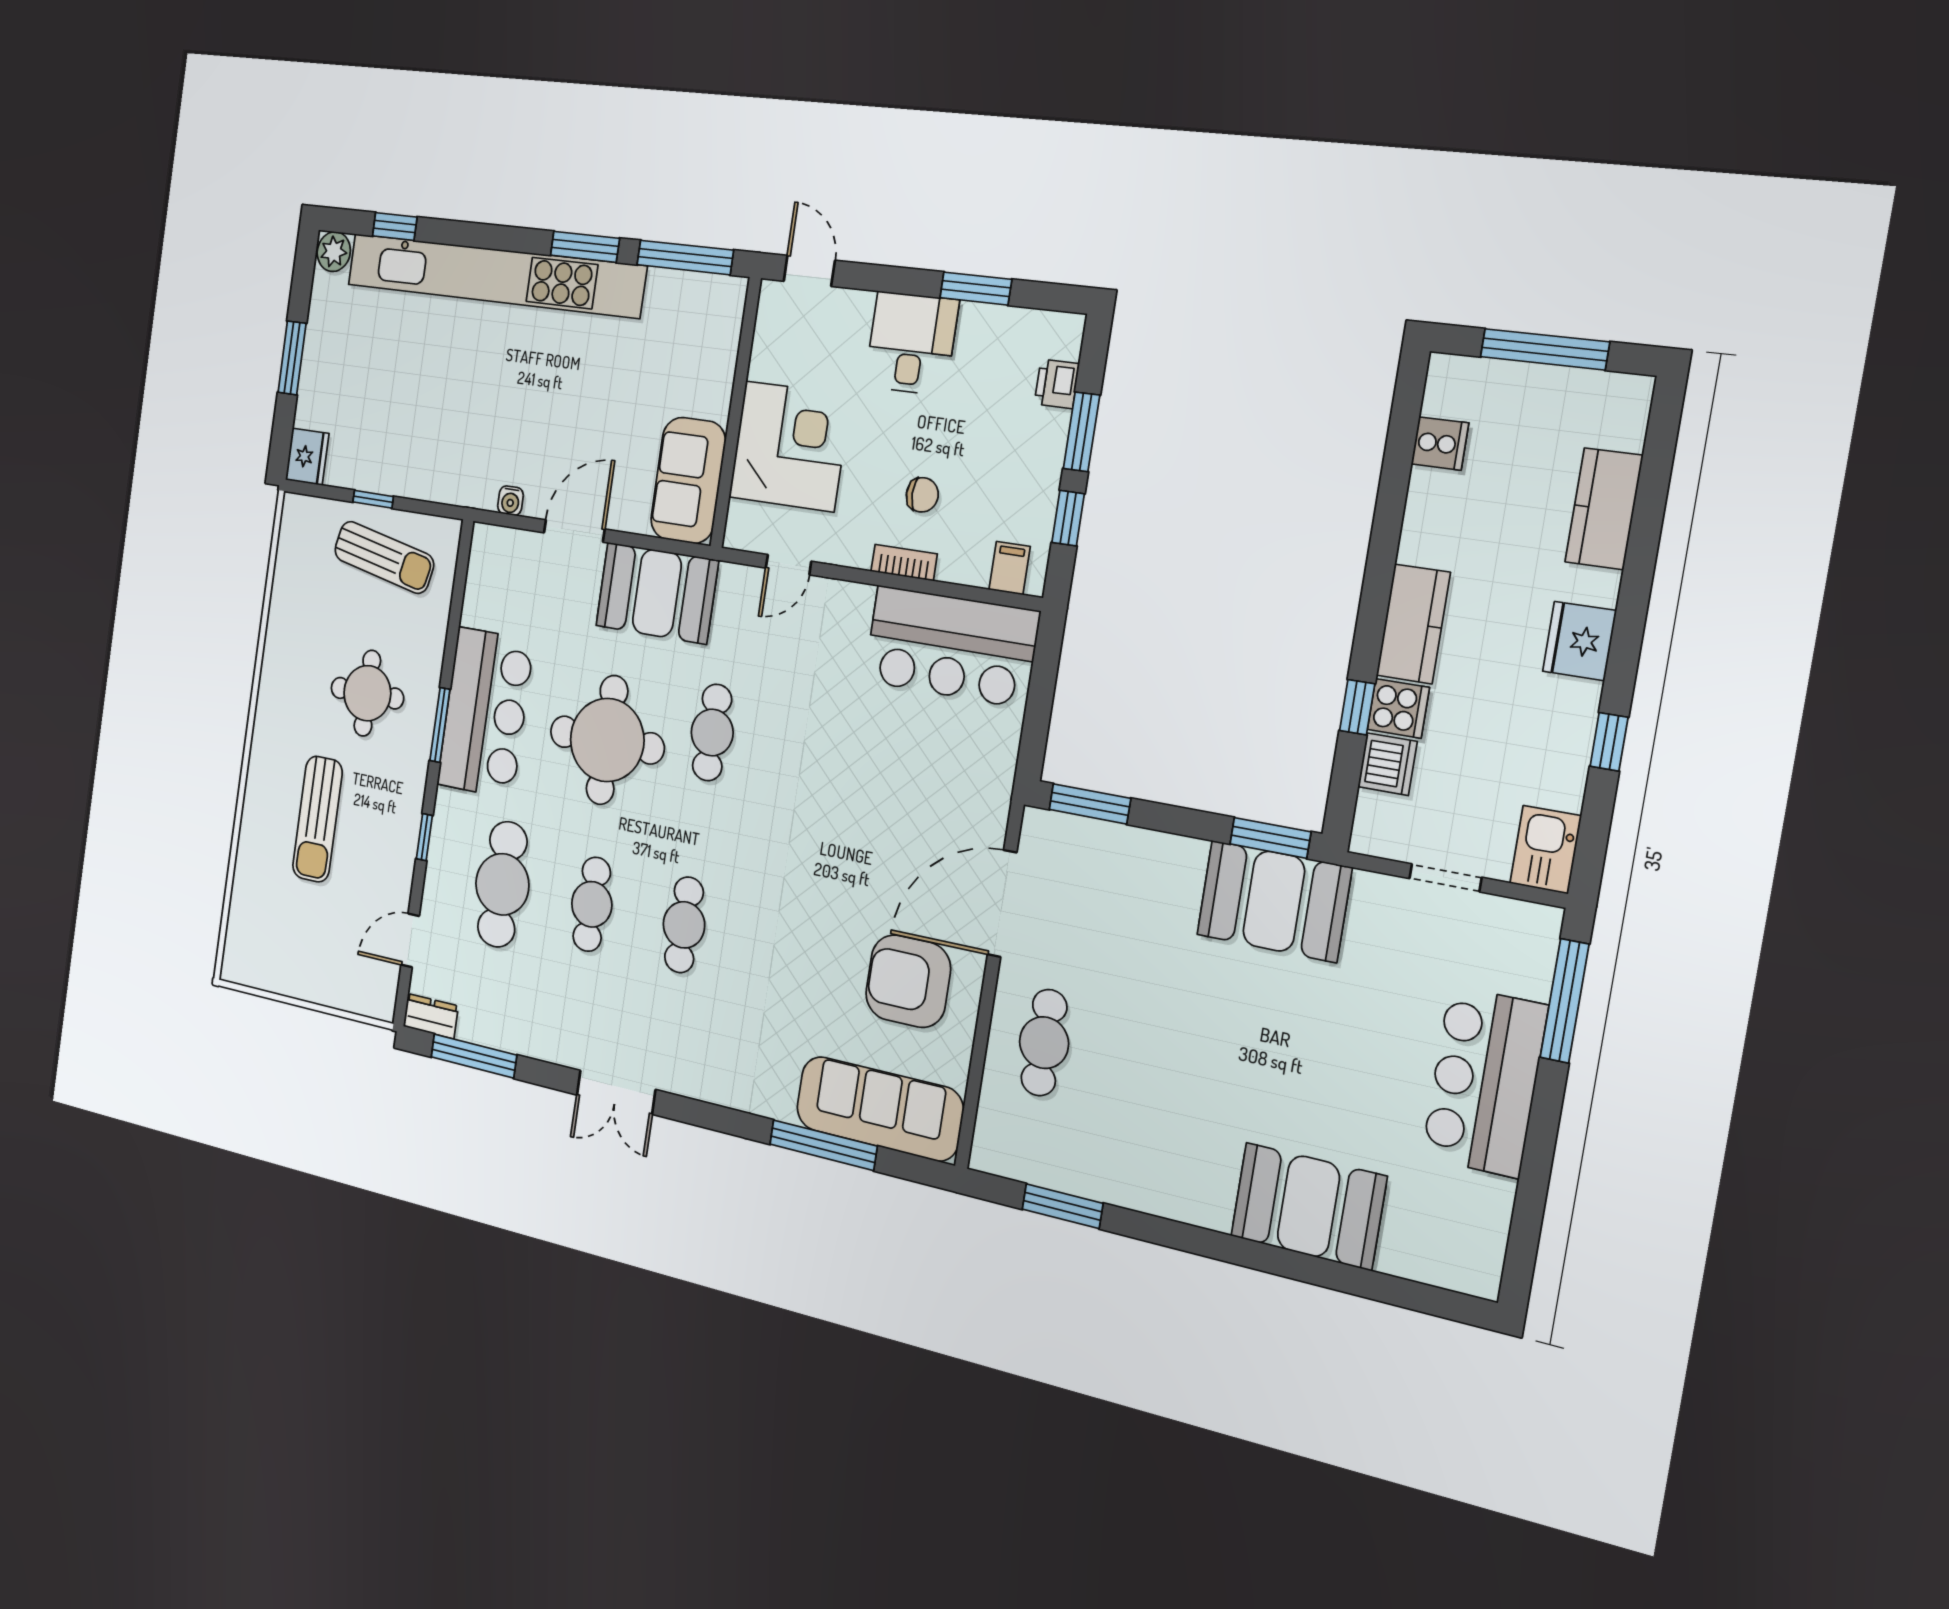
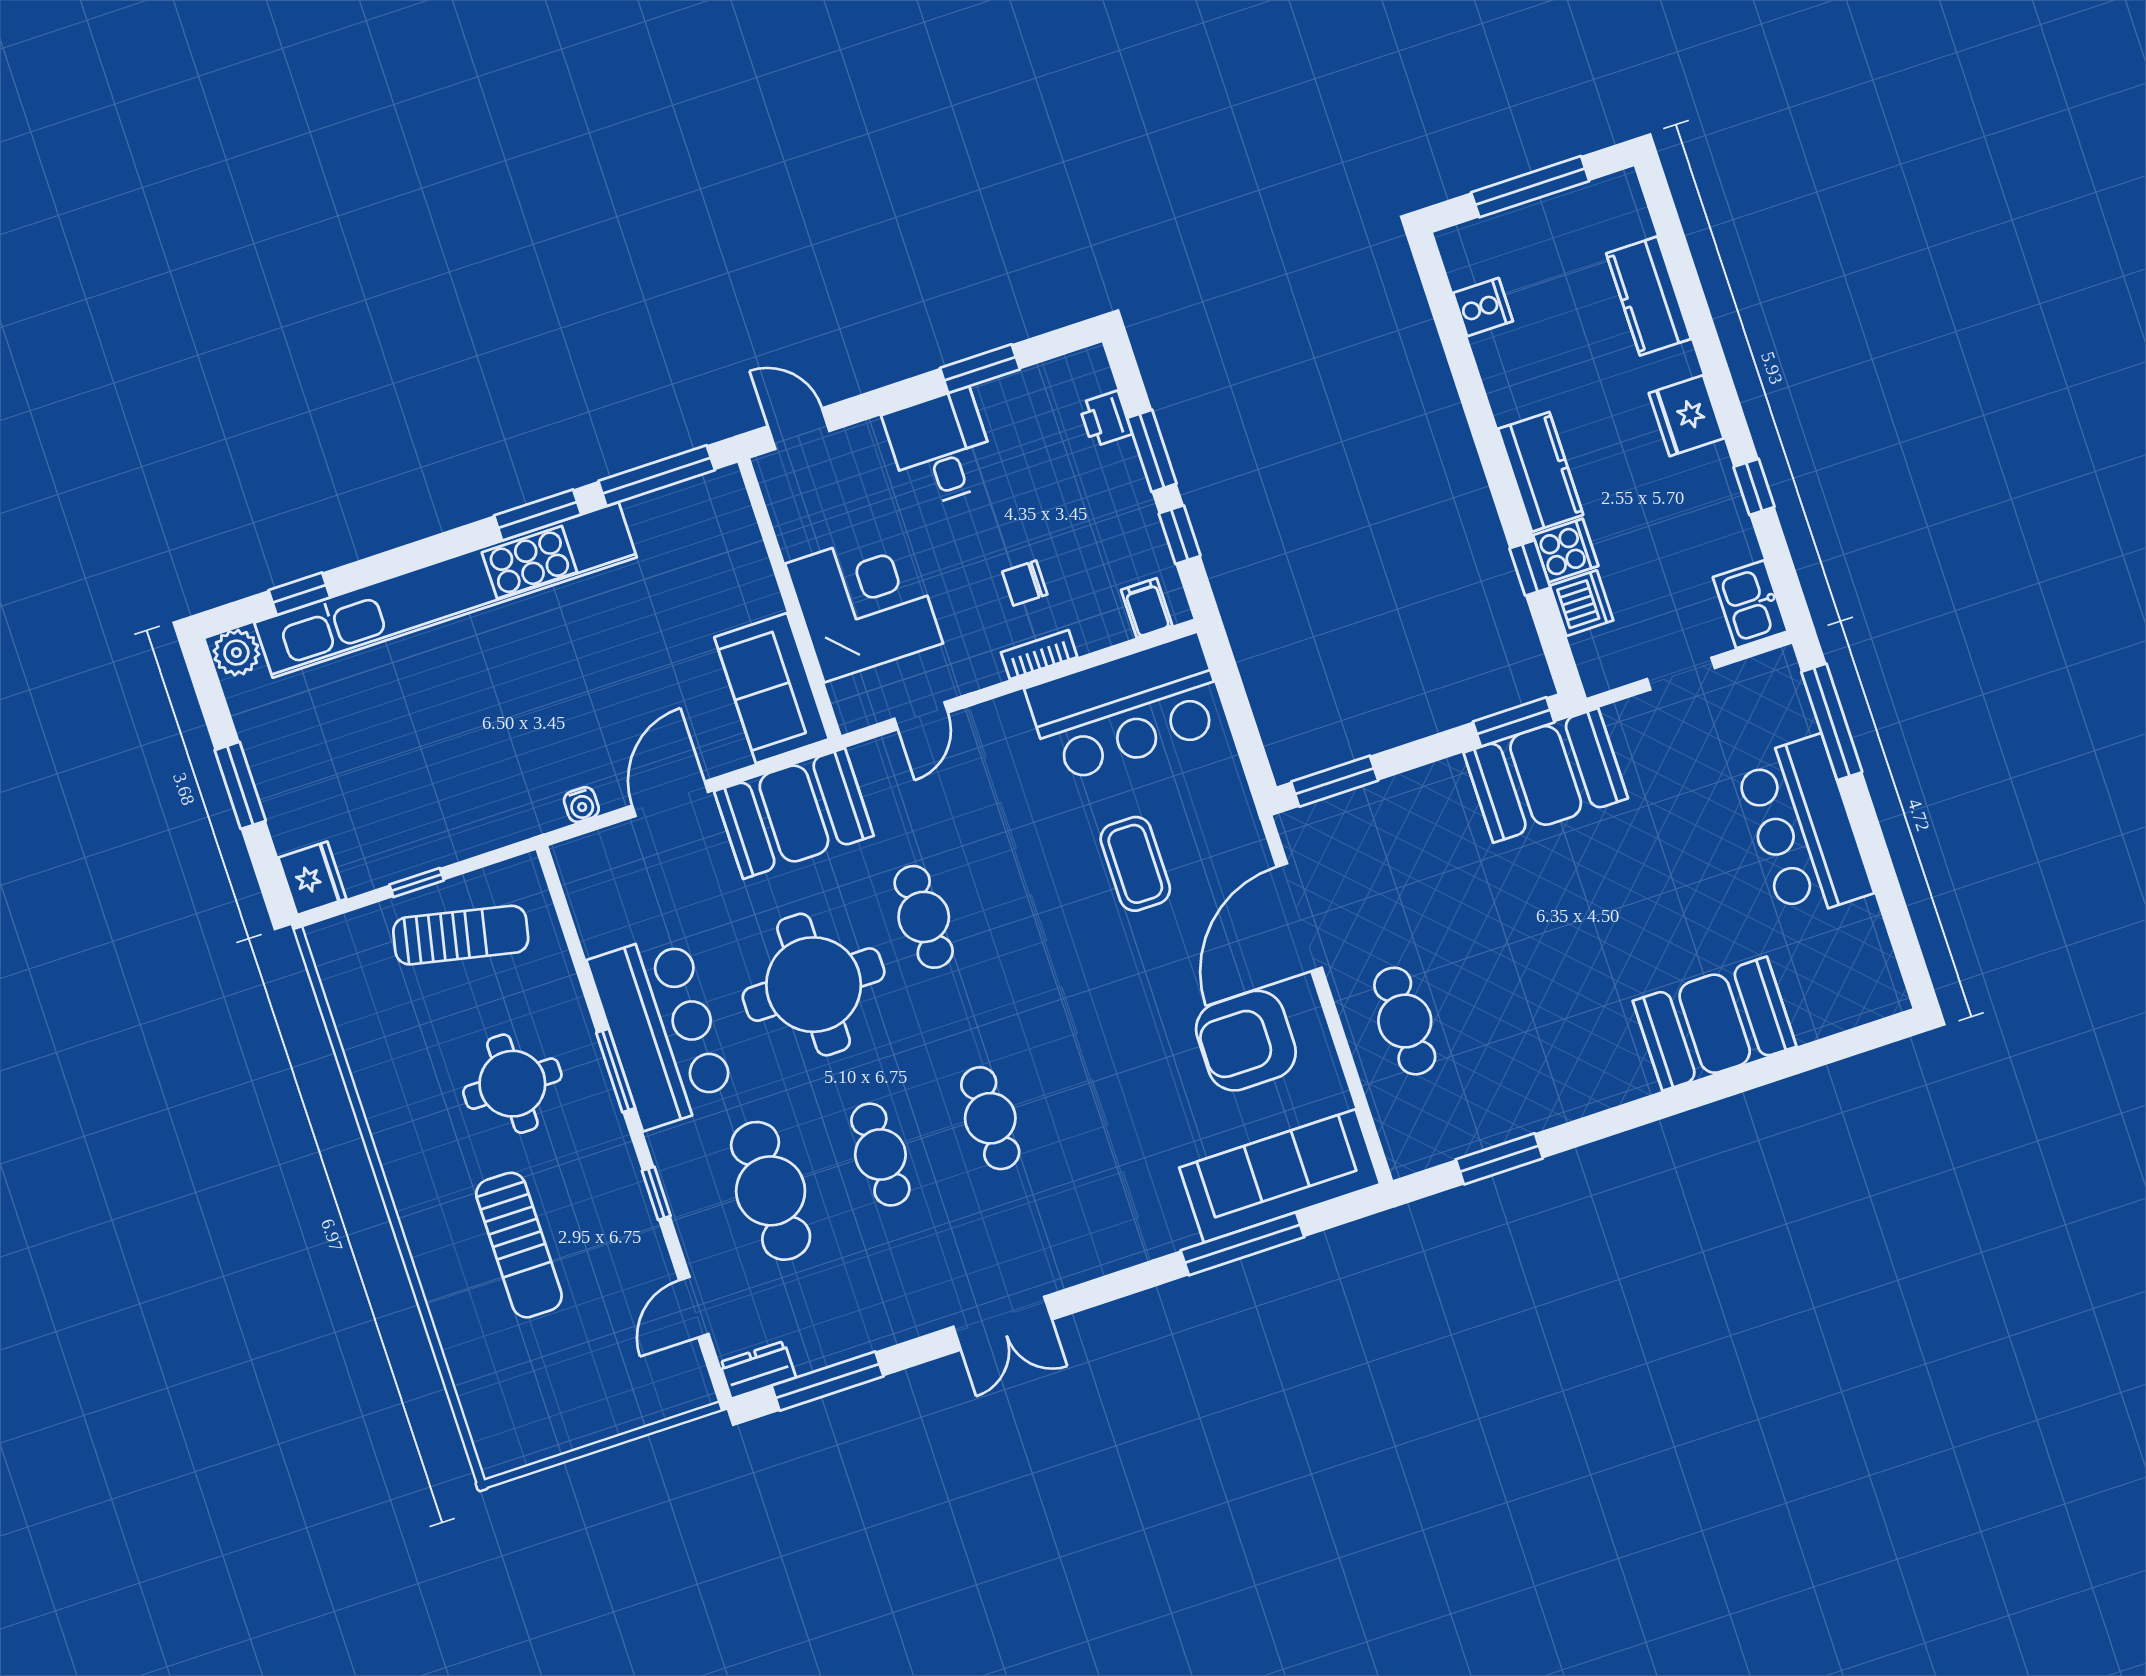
chair: (922, 495) -> (1025, 583), turned 180
coffee table: (894, 782) -> (1135, 864), added

